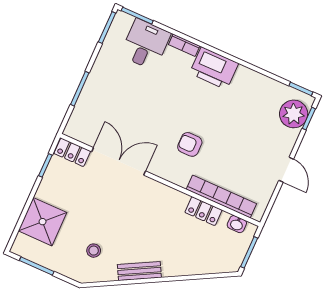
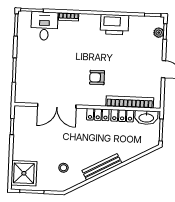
printer: (214, 68) -> (115, 25), moved
plant: (294, 114) -> (159, 33), width x0.53, depth x0.53
locker: (72, 152) -> (98, 115), moved
double door: (119, 161) -> (57, 106), swing flipped
shower: (43, 222) -> (24, 173), moved
washbasin: (237, 224) -> (146, 118), width x1.91, depth x1.45
bench: (139, 271) -> (102, 167), width x1.36

